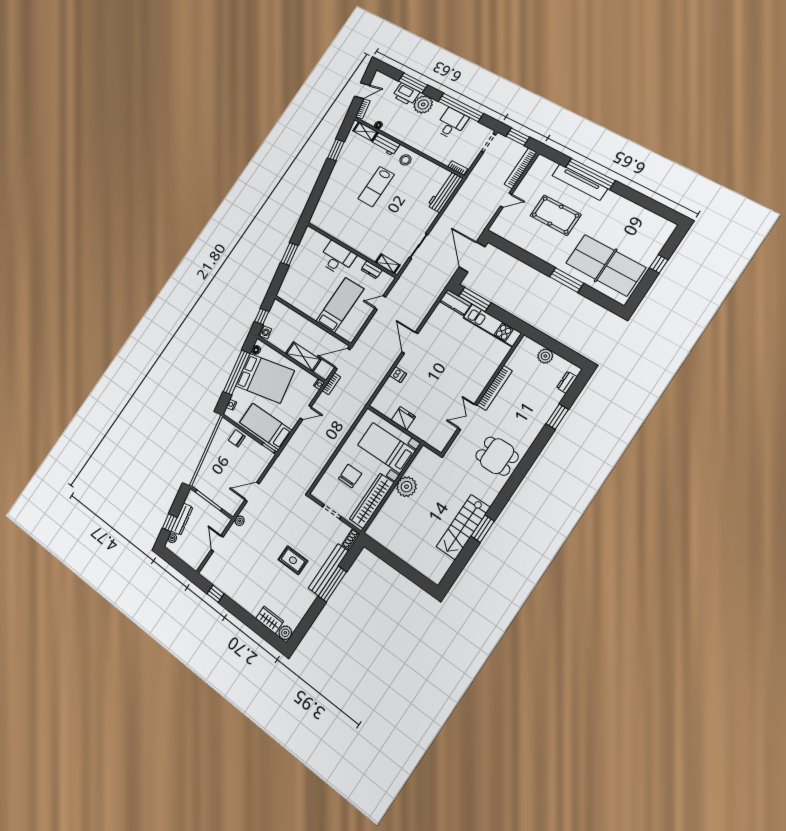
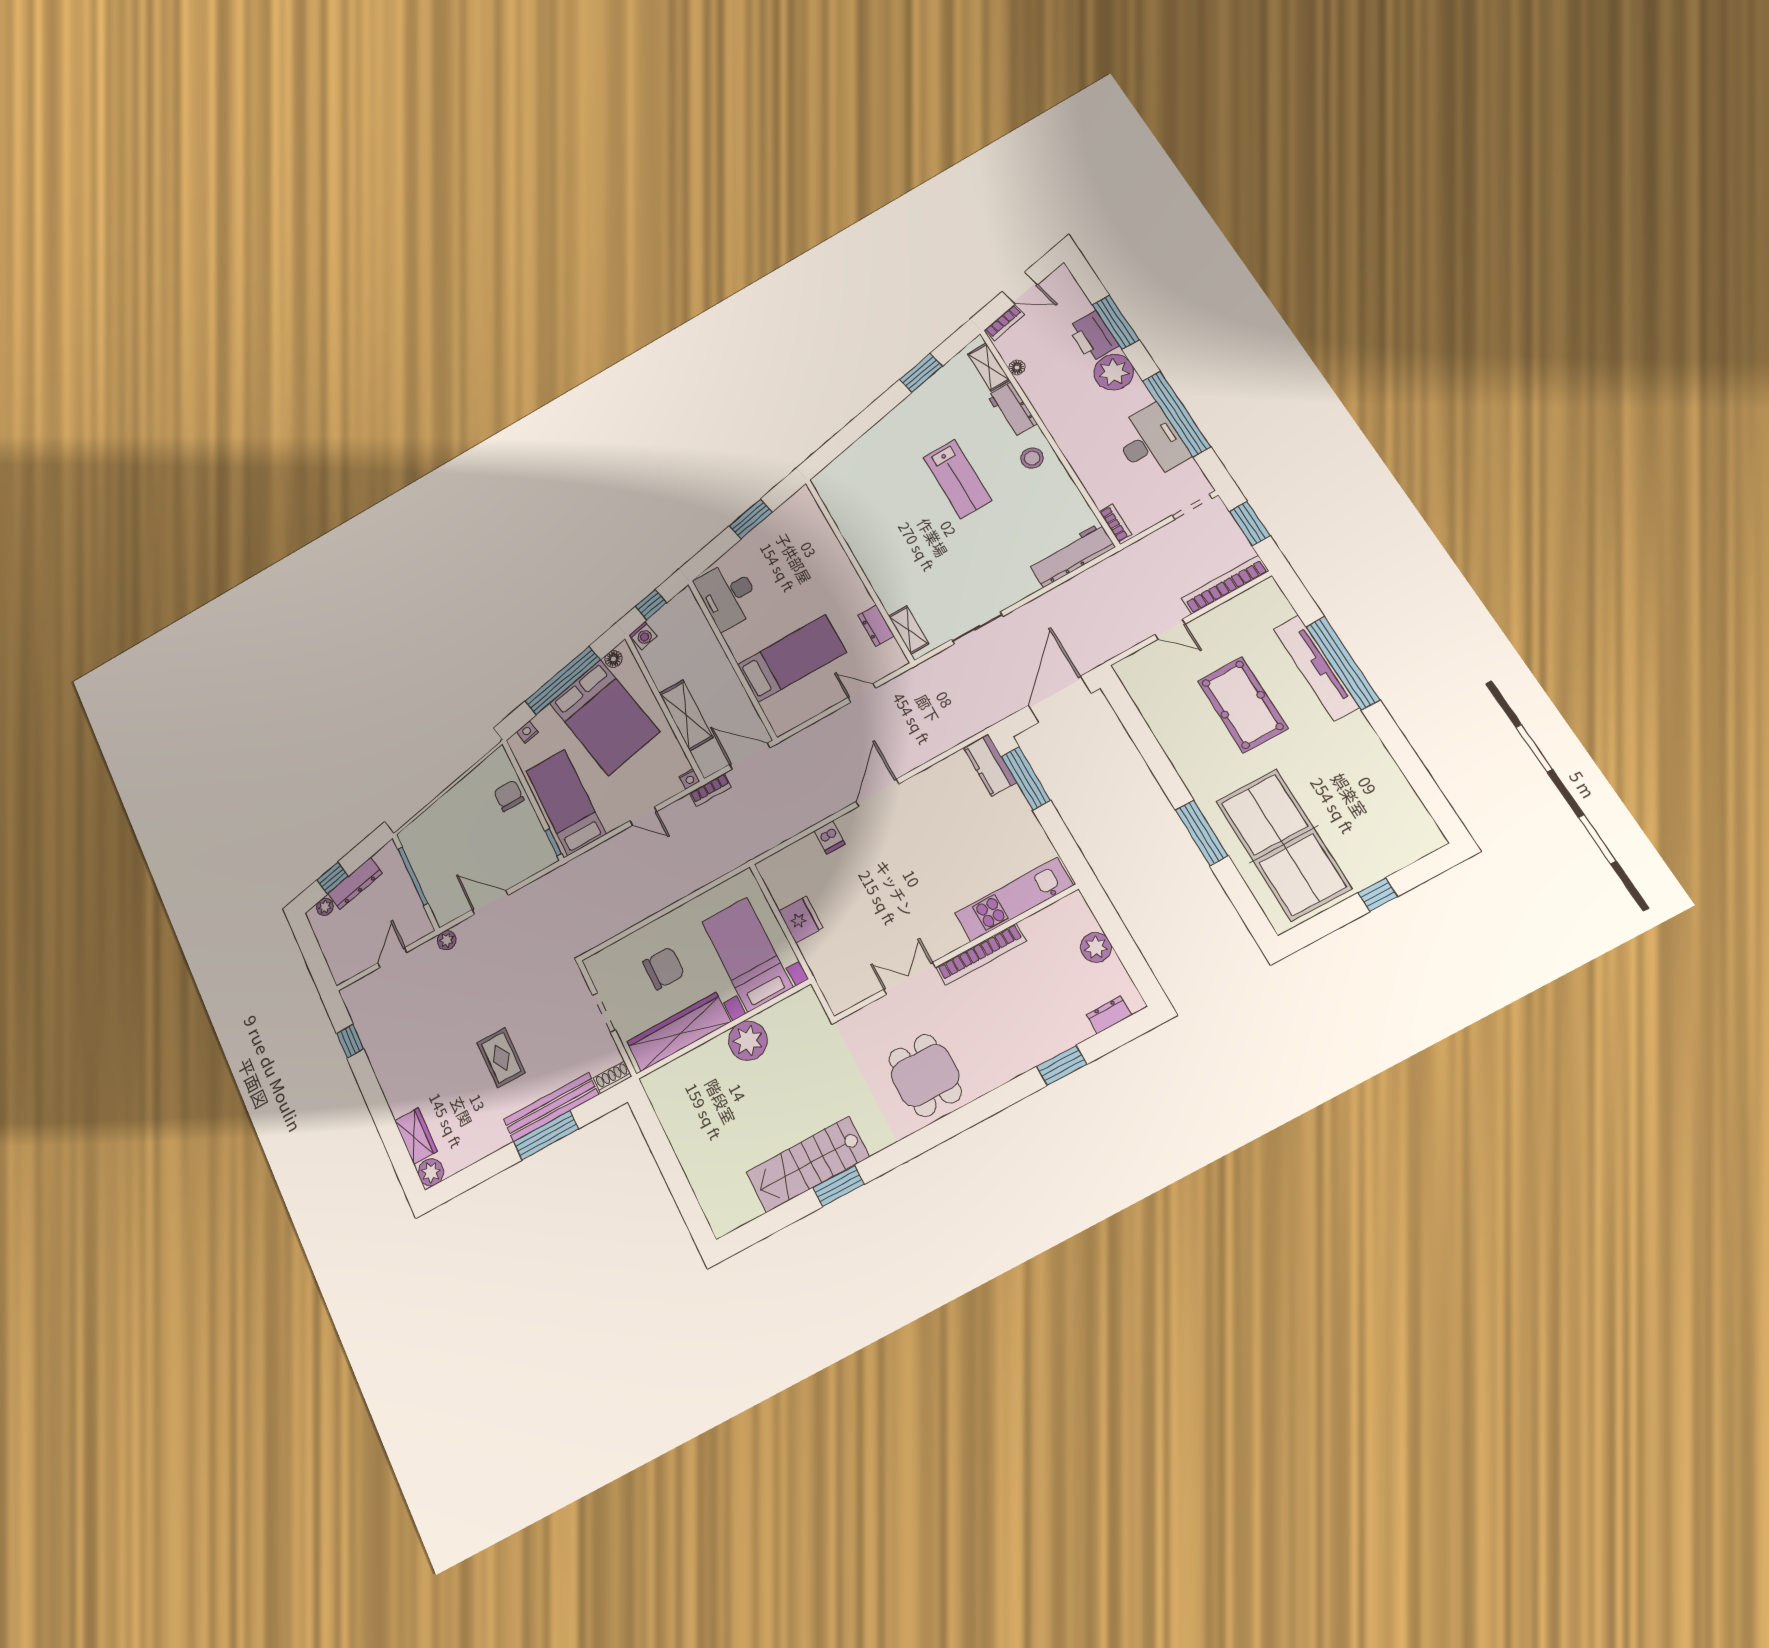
desk: (451, 124) -> (1151, 442), width x1.37
lab bench: (376, 187) -> (957, 479), turned -90
desk: (337, 258) -> (728, 595), moved, turned 180
kitchen unit: (492, 326) -> (1014, 899), moved, turned 90

